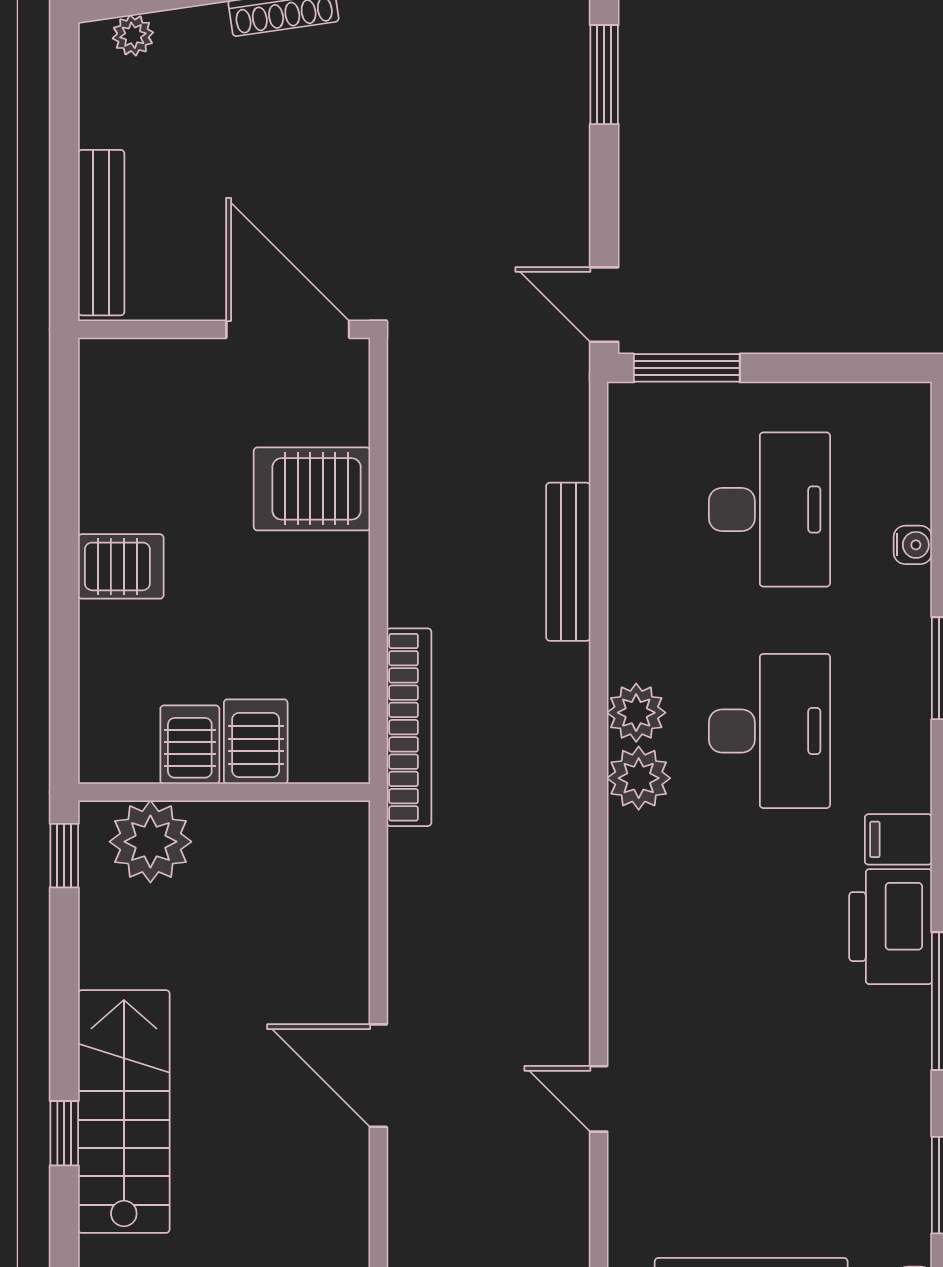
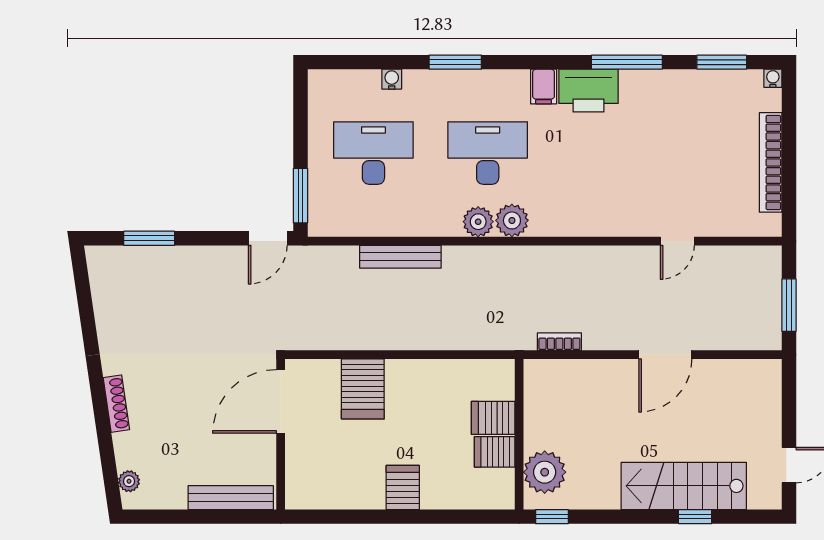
bookcase: (409, 727) -> (559, 342), moved, width x0.43, depth x0.76

